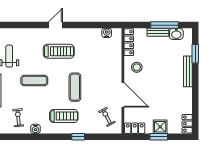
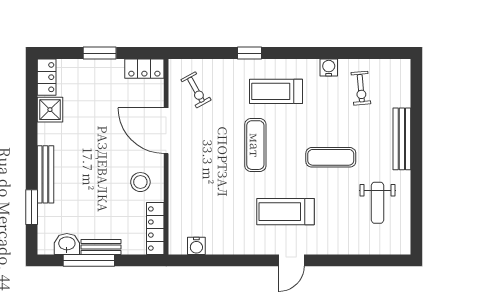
shower: (160, 127) -> (50, 110), moved

